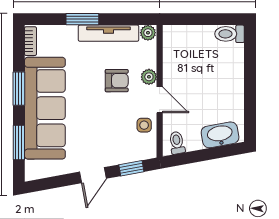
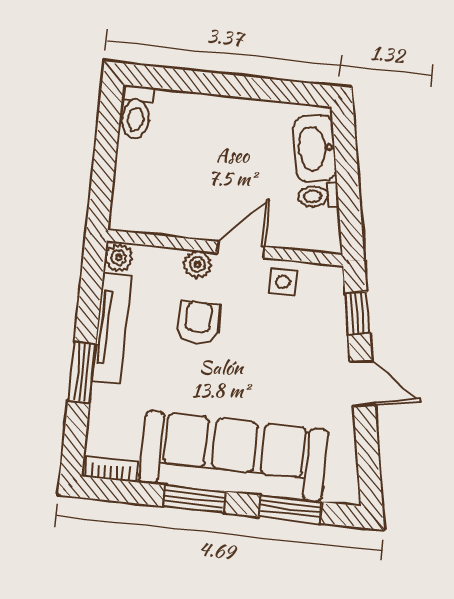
toilet: (177, 143) -> (318, 196), moved

